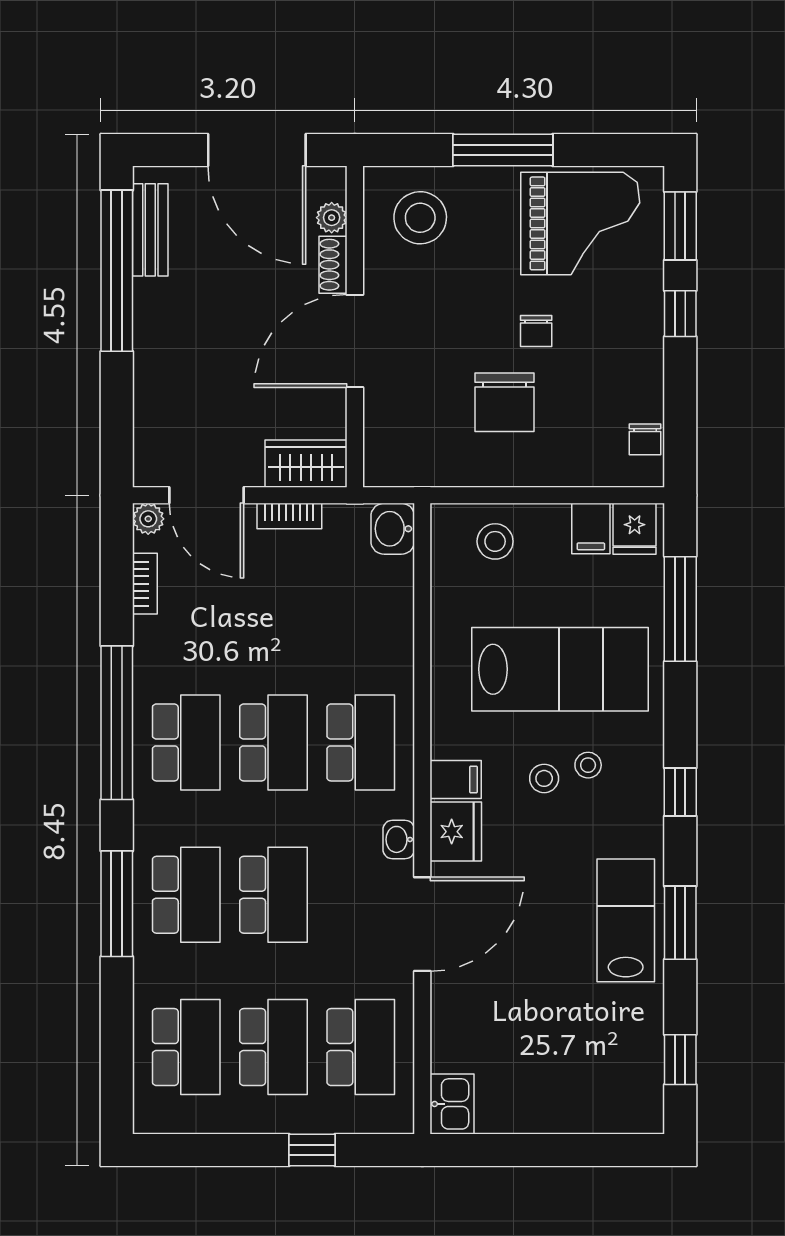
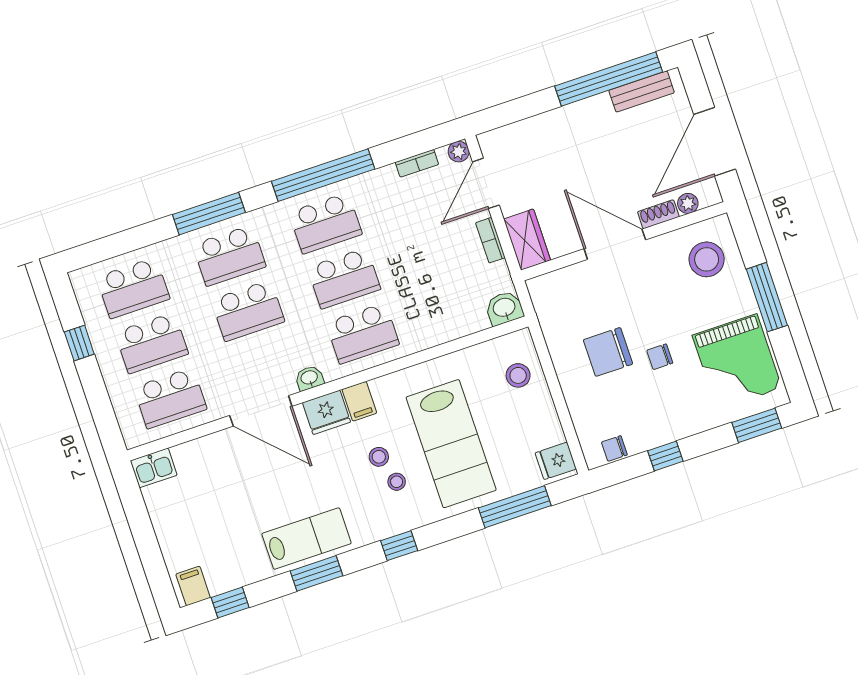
window: (680, 314) -> (665, 456), moved
filing cabinet: (591, 529) -> (193, 586), moved, turned 90
window: (312, 1150) -> (79, 343), moved

